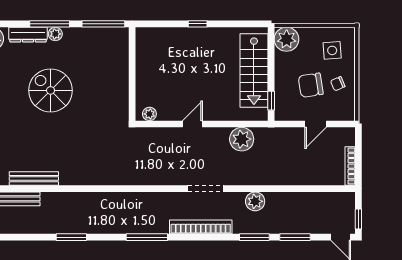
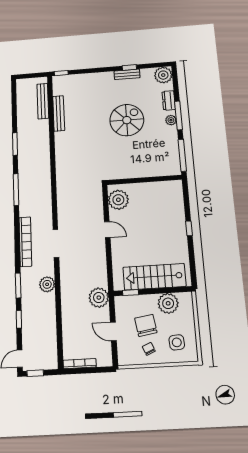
dresser: (28, 35) -> (169, 100), width x0.70
plant: (287, 39) -> (168, 303), moved
plant: (149, 114) -> (118, 200), width x1.88, depth x1.88
plant: (242, 139) -> (99, 298), moved
window: (147, 237) -> (16, 190), moved
window: (295, 237) -> (19, 319), width x0.67

